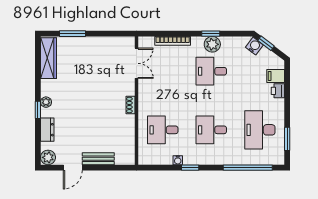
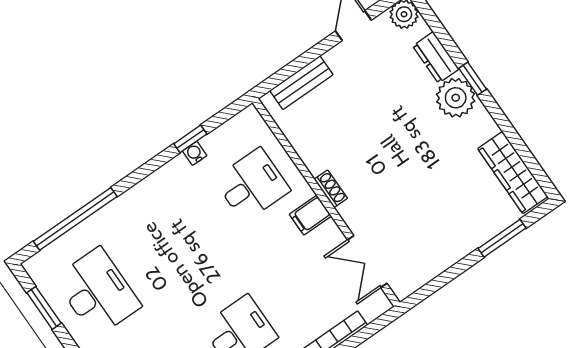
filing cabinet: (147, 100) -> (310, 215), added
plant: (46, 102) -> (456, 98), width x1.87, depth x1.87
desk: (211, 130) -> (175, 239), removed
bench: (98, 159) -> (301, 83), moved
window: (190, 168) -> (190, 139), moved

